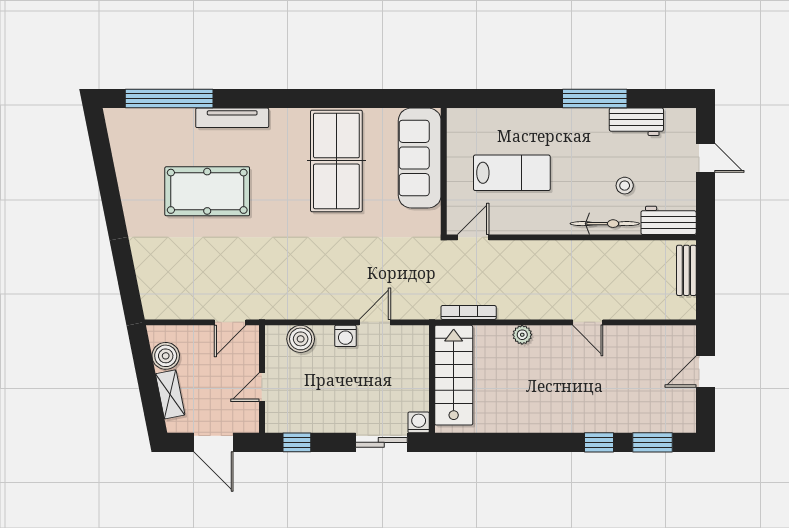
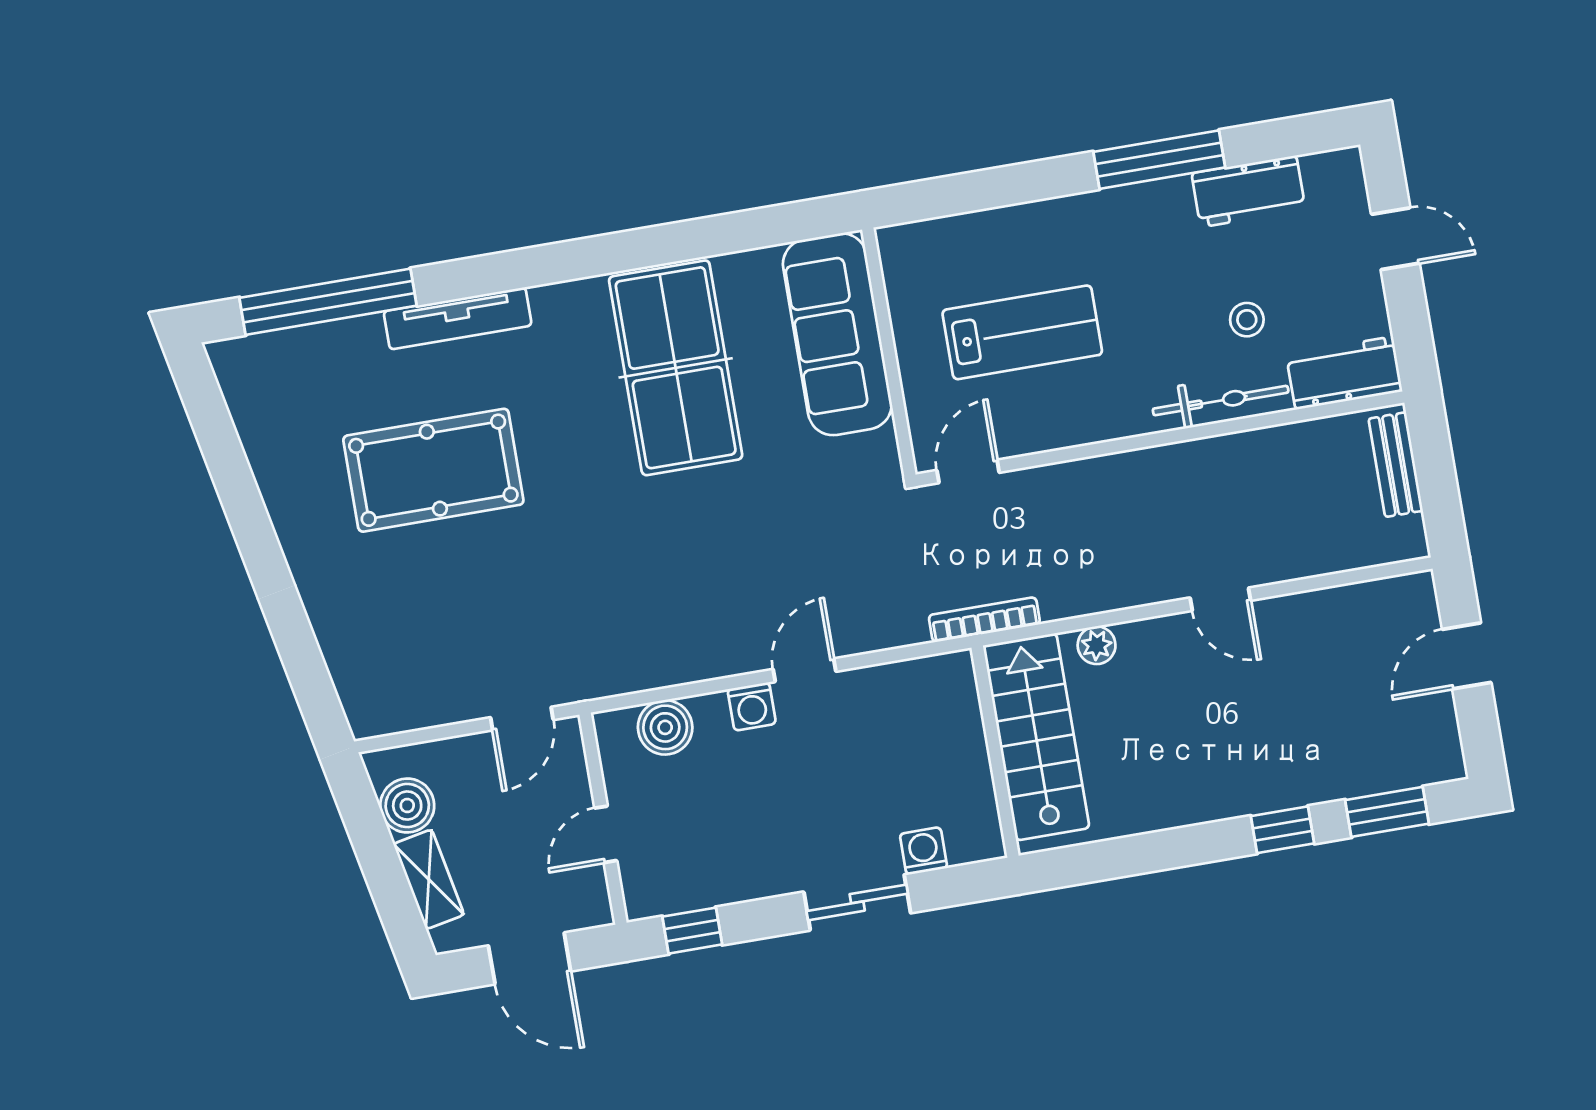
stairs: (454, 375) -> (1036, 737), moved
wall: (432, 379) -> (995, 752), moved

